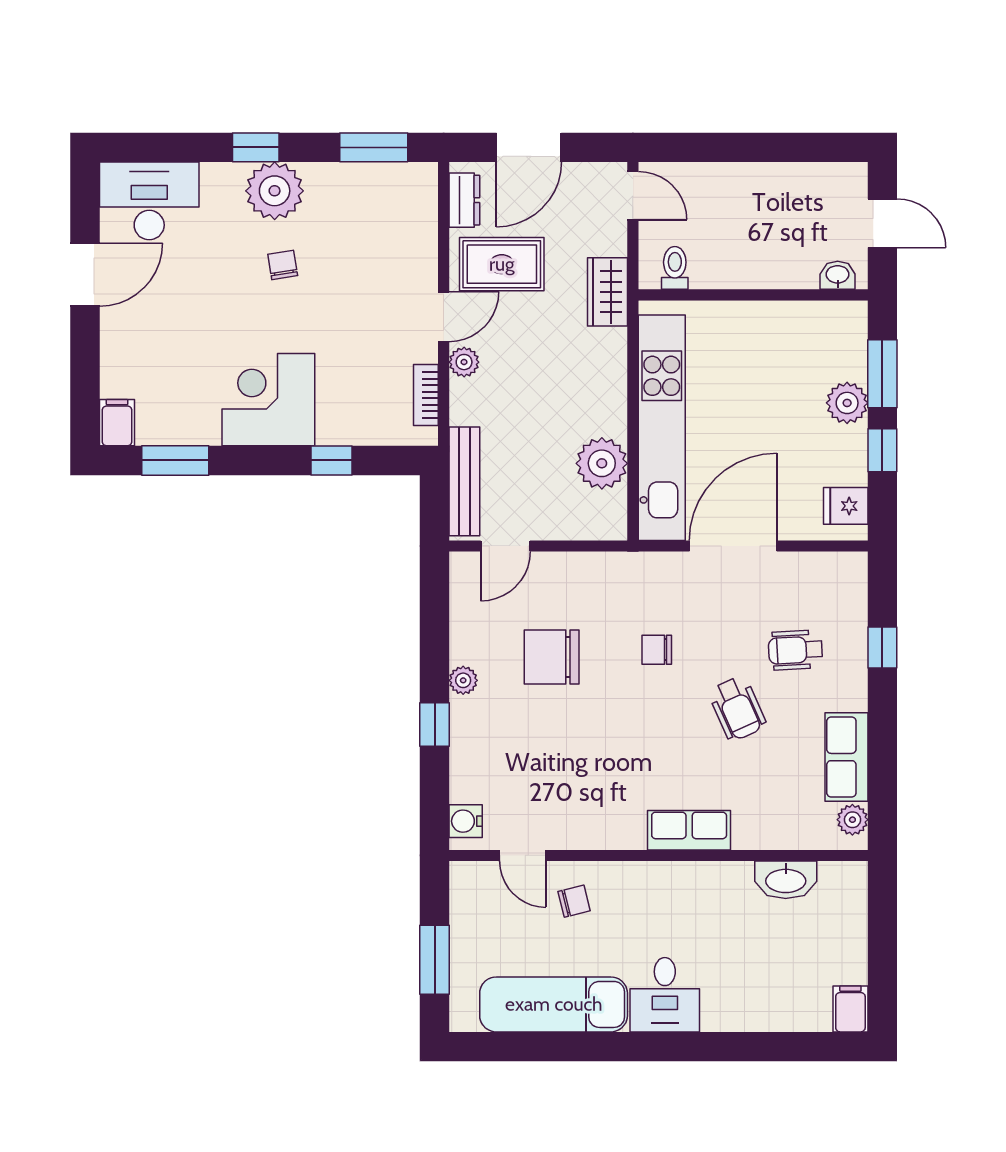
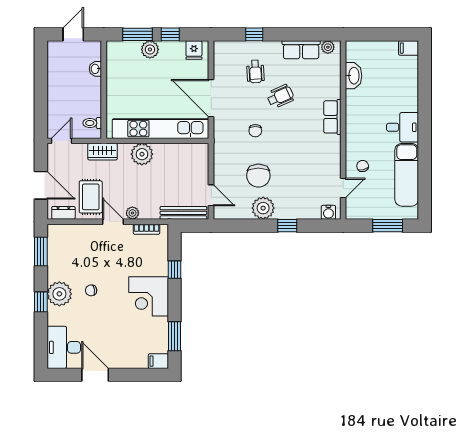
washbasin: (838, 275) -> (95, 69), moved
plant: (602, 463) -> (142, 154), moved
plant: (463, 680) -> (263, 208), width x1.87, depth x1.87

